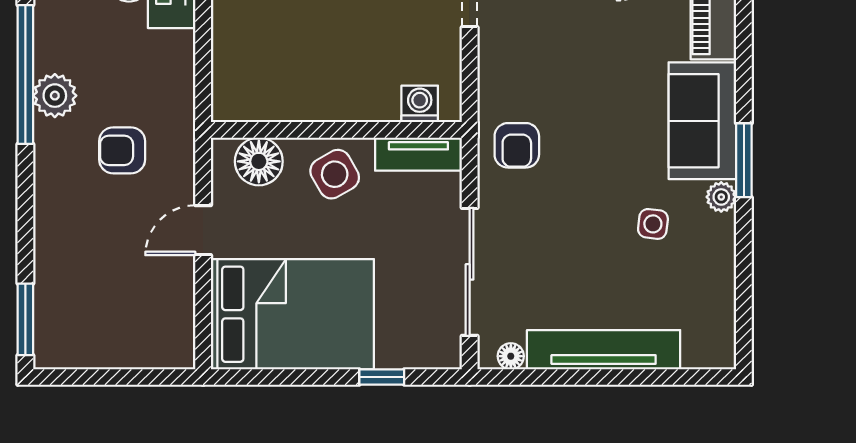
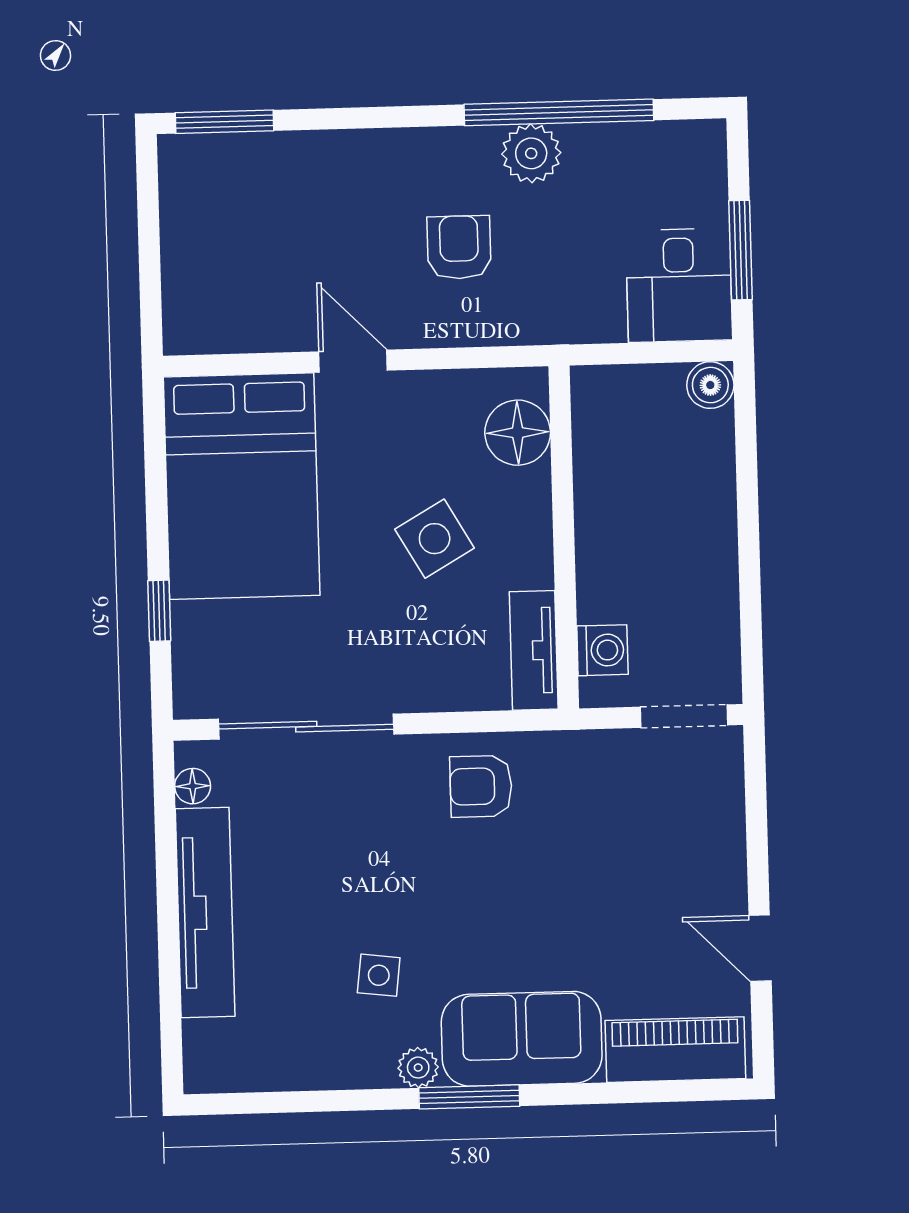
washing machine: (420, 104) -> (602, 650), moved
wall: (336, 130) -> (564, 537), moved
tv unit: (418, 154) -> (534, 650), moved
floor lamp: (259, 161) -> (518, 433), moved

